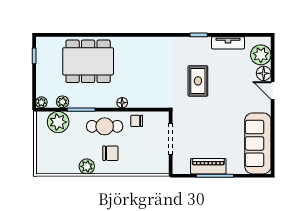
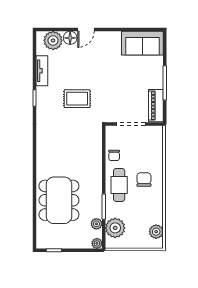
floor lamp: (122, 103) -> (97, 169), removed
sofa: (258, 143) -> (142, 43), width x0.73
plant: (87, 166) -> (156, 232), moved
piano: (208, 166) -> (156, 106), moved

